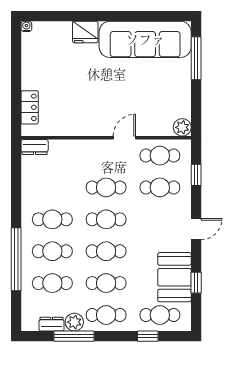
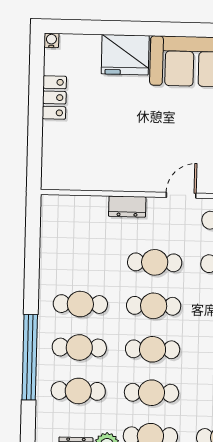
fridge: (85, 32) -> (125, 55), width x1.36, depth x1.34
locker: (30, 107) -> (54, 97), moved
dresser: (35, 147) -> (127, 207), moved

